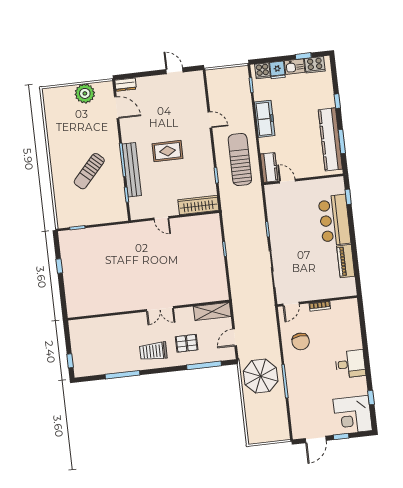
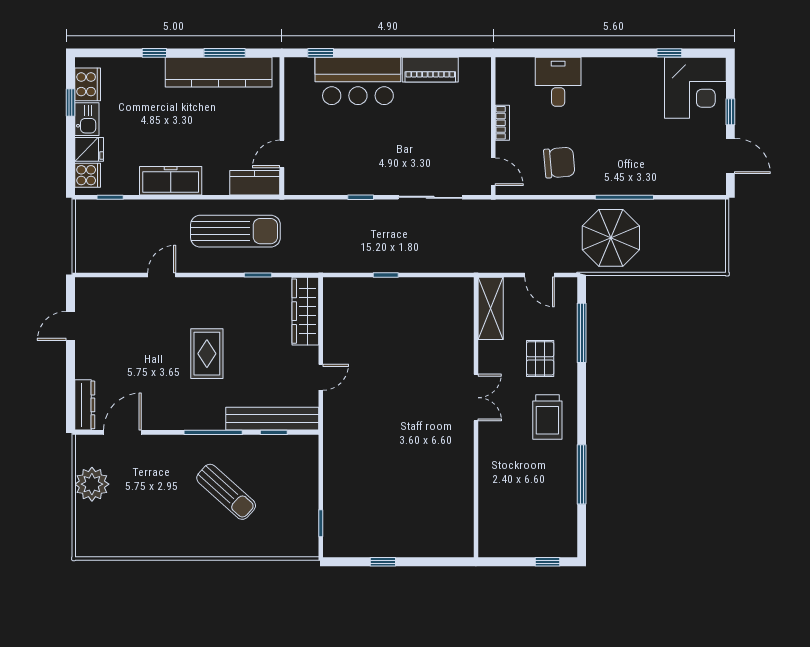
dresser: (126, 85) -> (85, 405), width x1.44
sun lounger: (240, 159) -> (235, 231), turned 180
bench: (132, 170) -> (272, 419), moved
desk: (350, 364) -> (558, 82), moved

